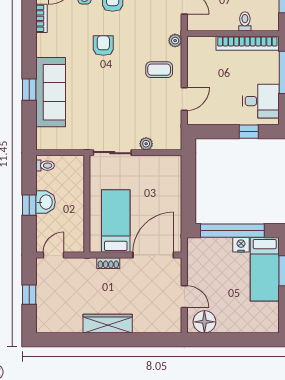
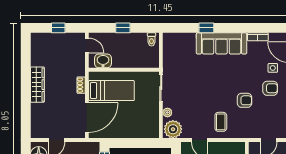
plant: (175, 41) -> (173, 129), moved, width x1.88, depth x1.88
armchair: (103, 46) -> (244, 100), moved
sofa: (51, 92) -> (222, 43), moved
washbasin: (45, 202) -> (103, 61), moved, turned 180
door: (153, 255) -> (87, 118), hinge flipped

